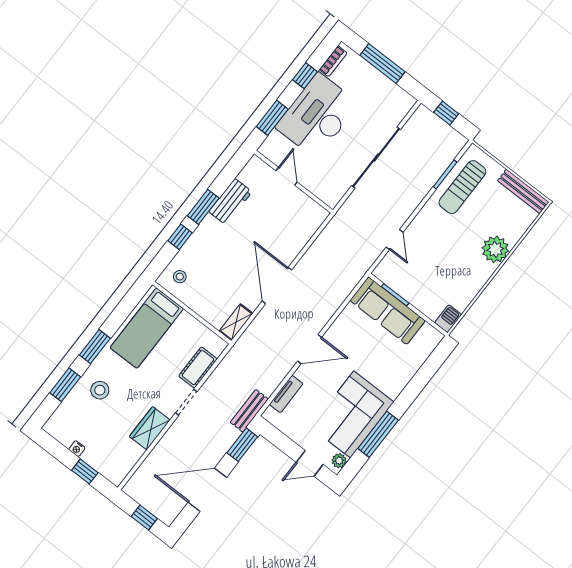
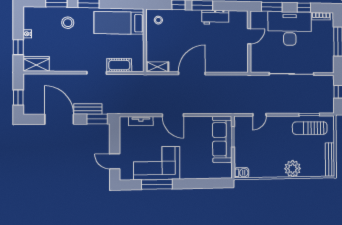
bench: (249, 411) -> (88, 109), moved
wardrobe: (150, 428) -> (36, 64), moved
plant: (339, 461) -> (128, 175), removed

